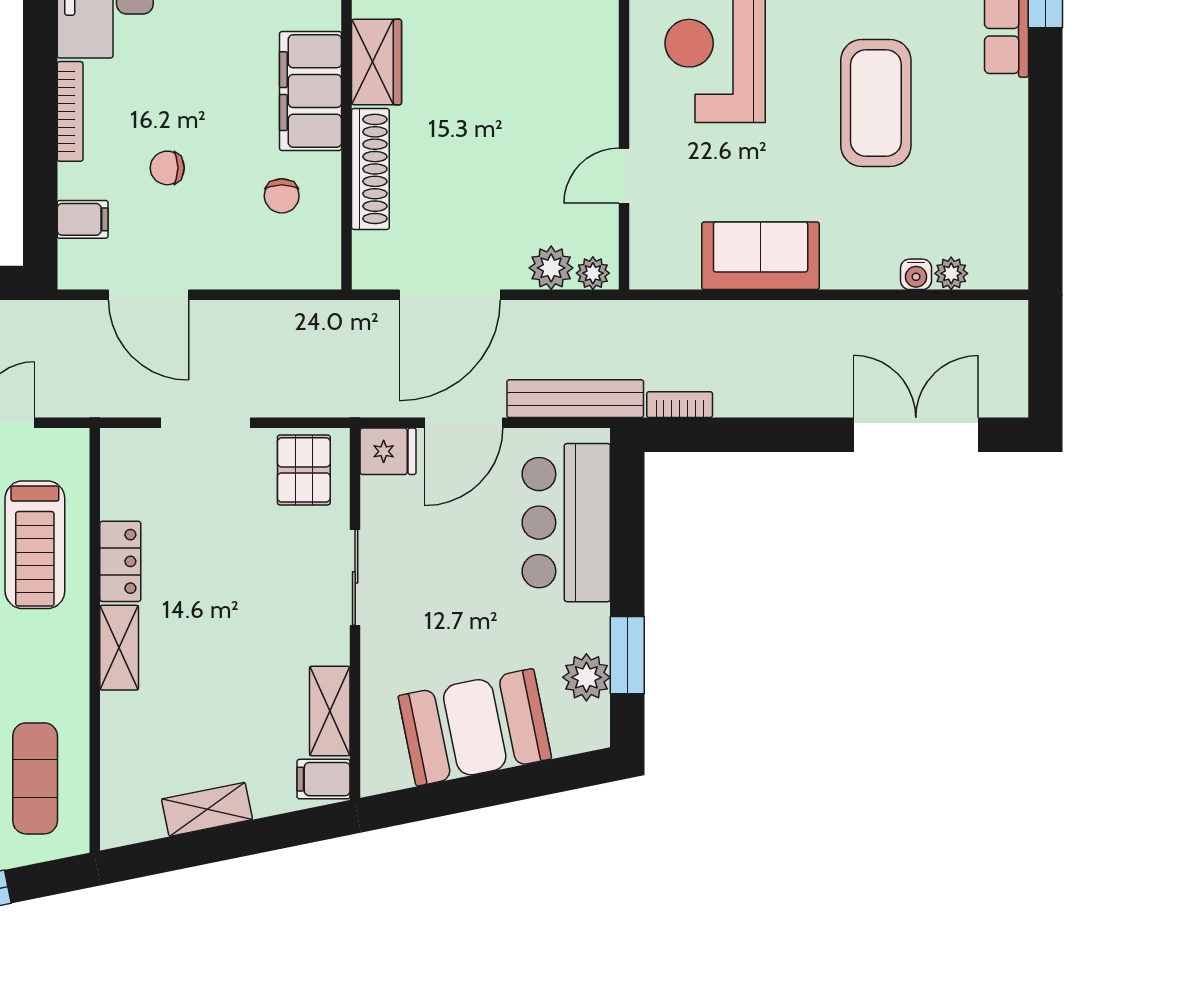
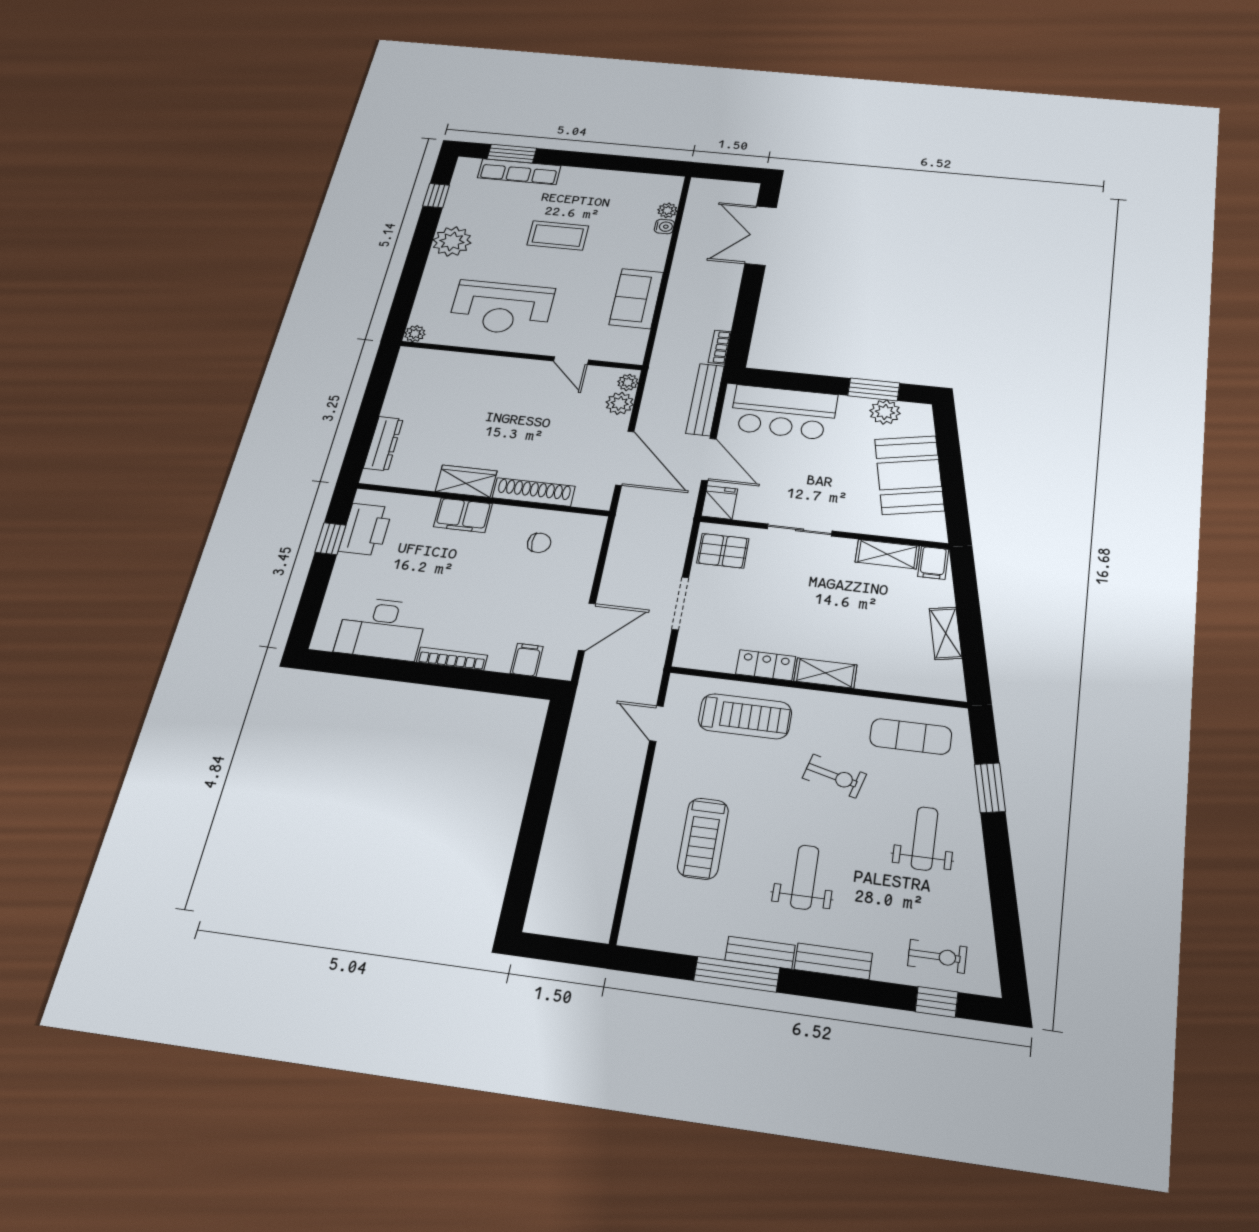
filing cabinet: (311, 91) -> (463, 515), width x0.67, depth x0.86
coffee table: (876, 103) -> (558, 235), width x0.73, depth x0.76
chair: (167, 168) -> (504, 606), removed

